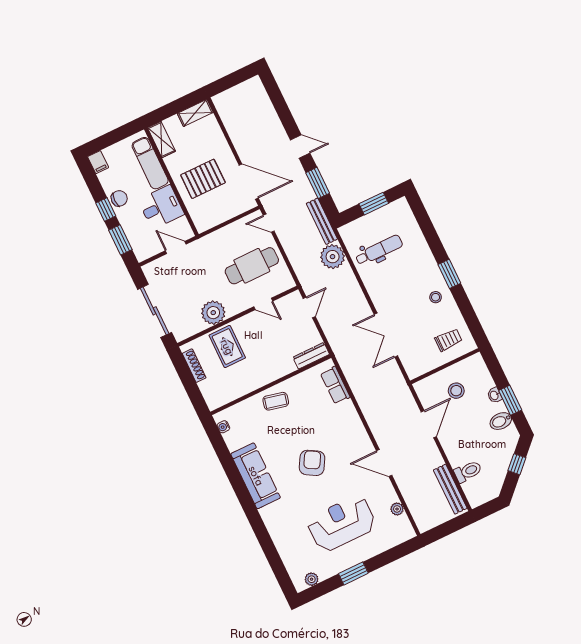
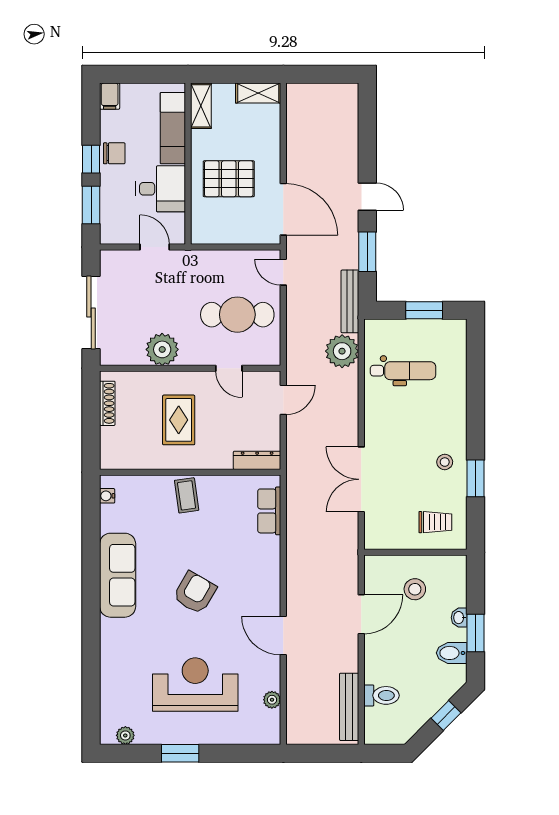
window: (449, 274) -> (476, 478), moved
rug: (227, 347) -> (179, 420), moved
coffee table: (276, 401) -> (187, 495), turned 69

